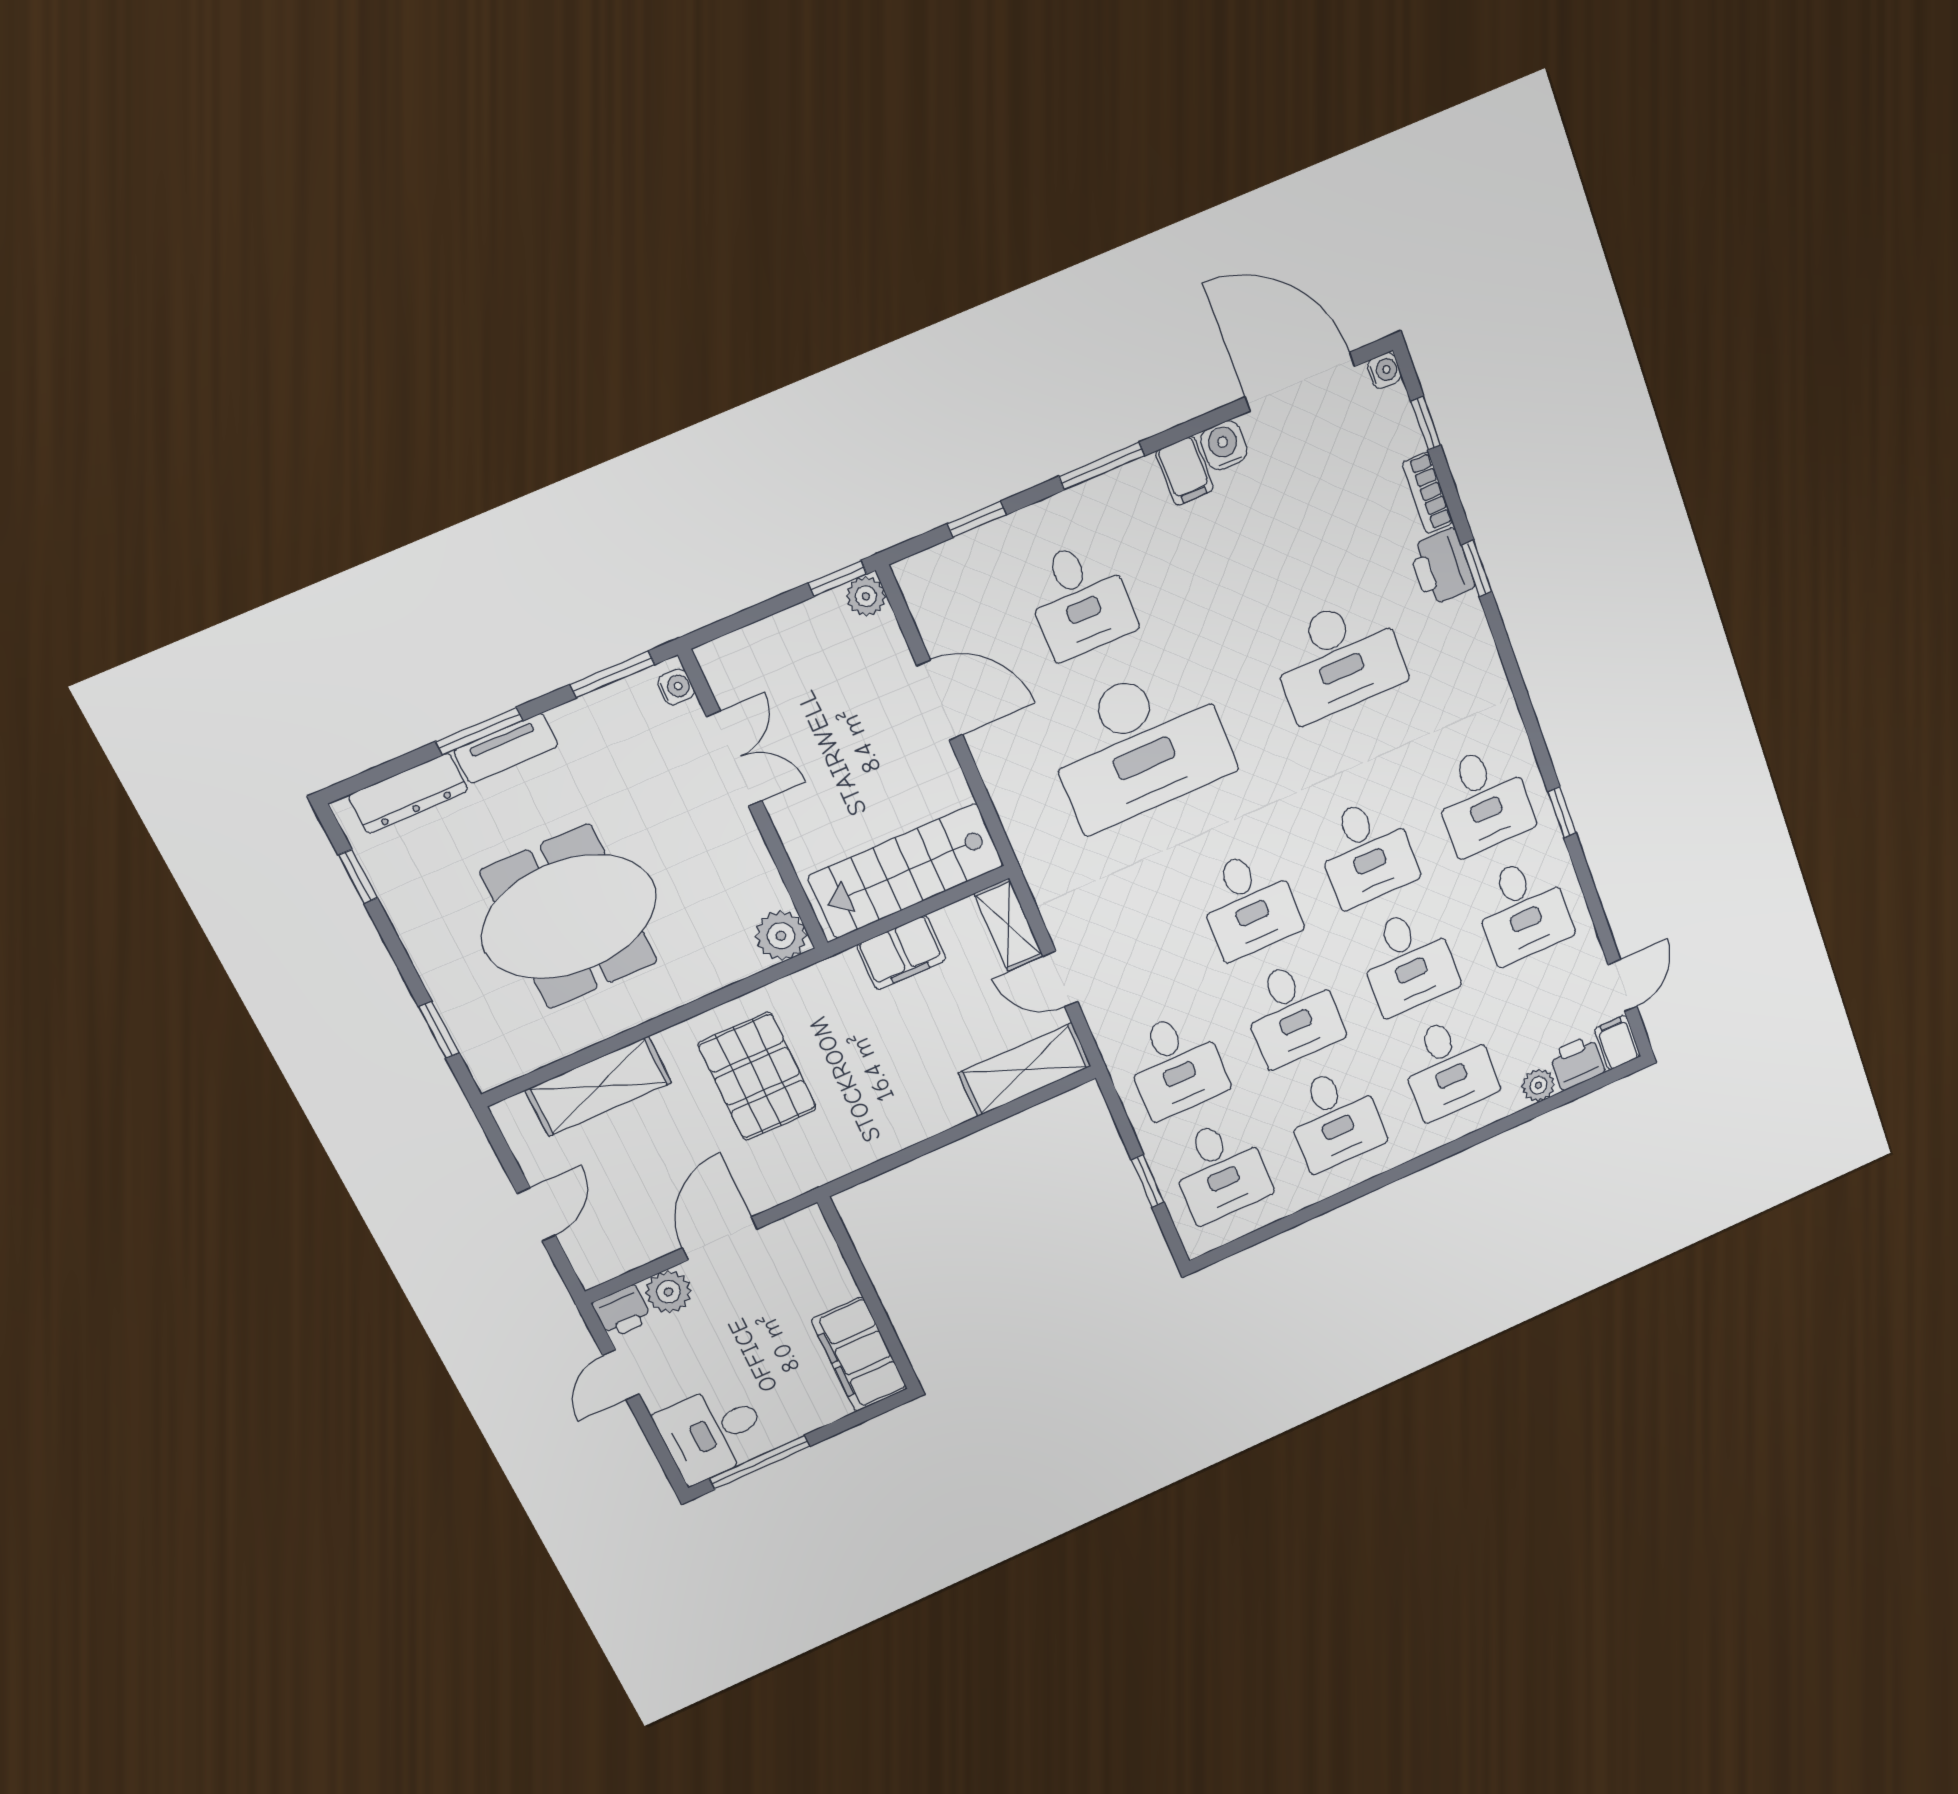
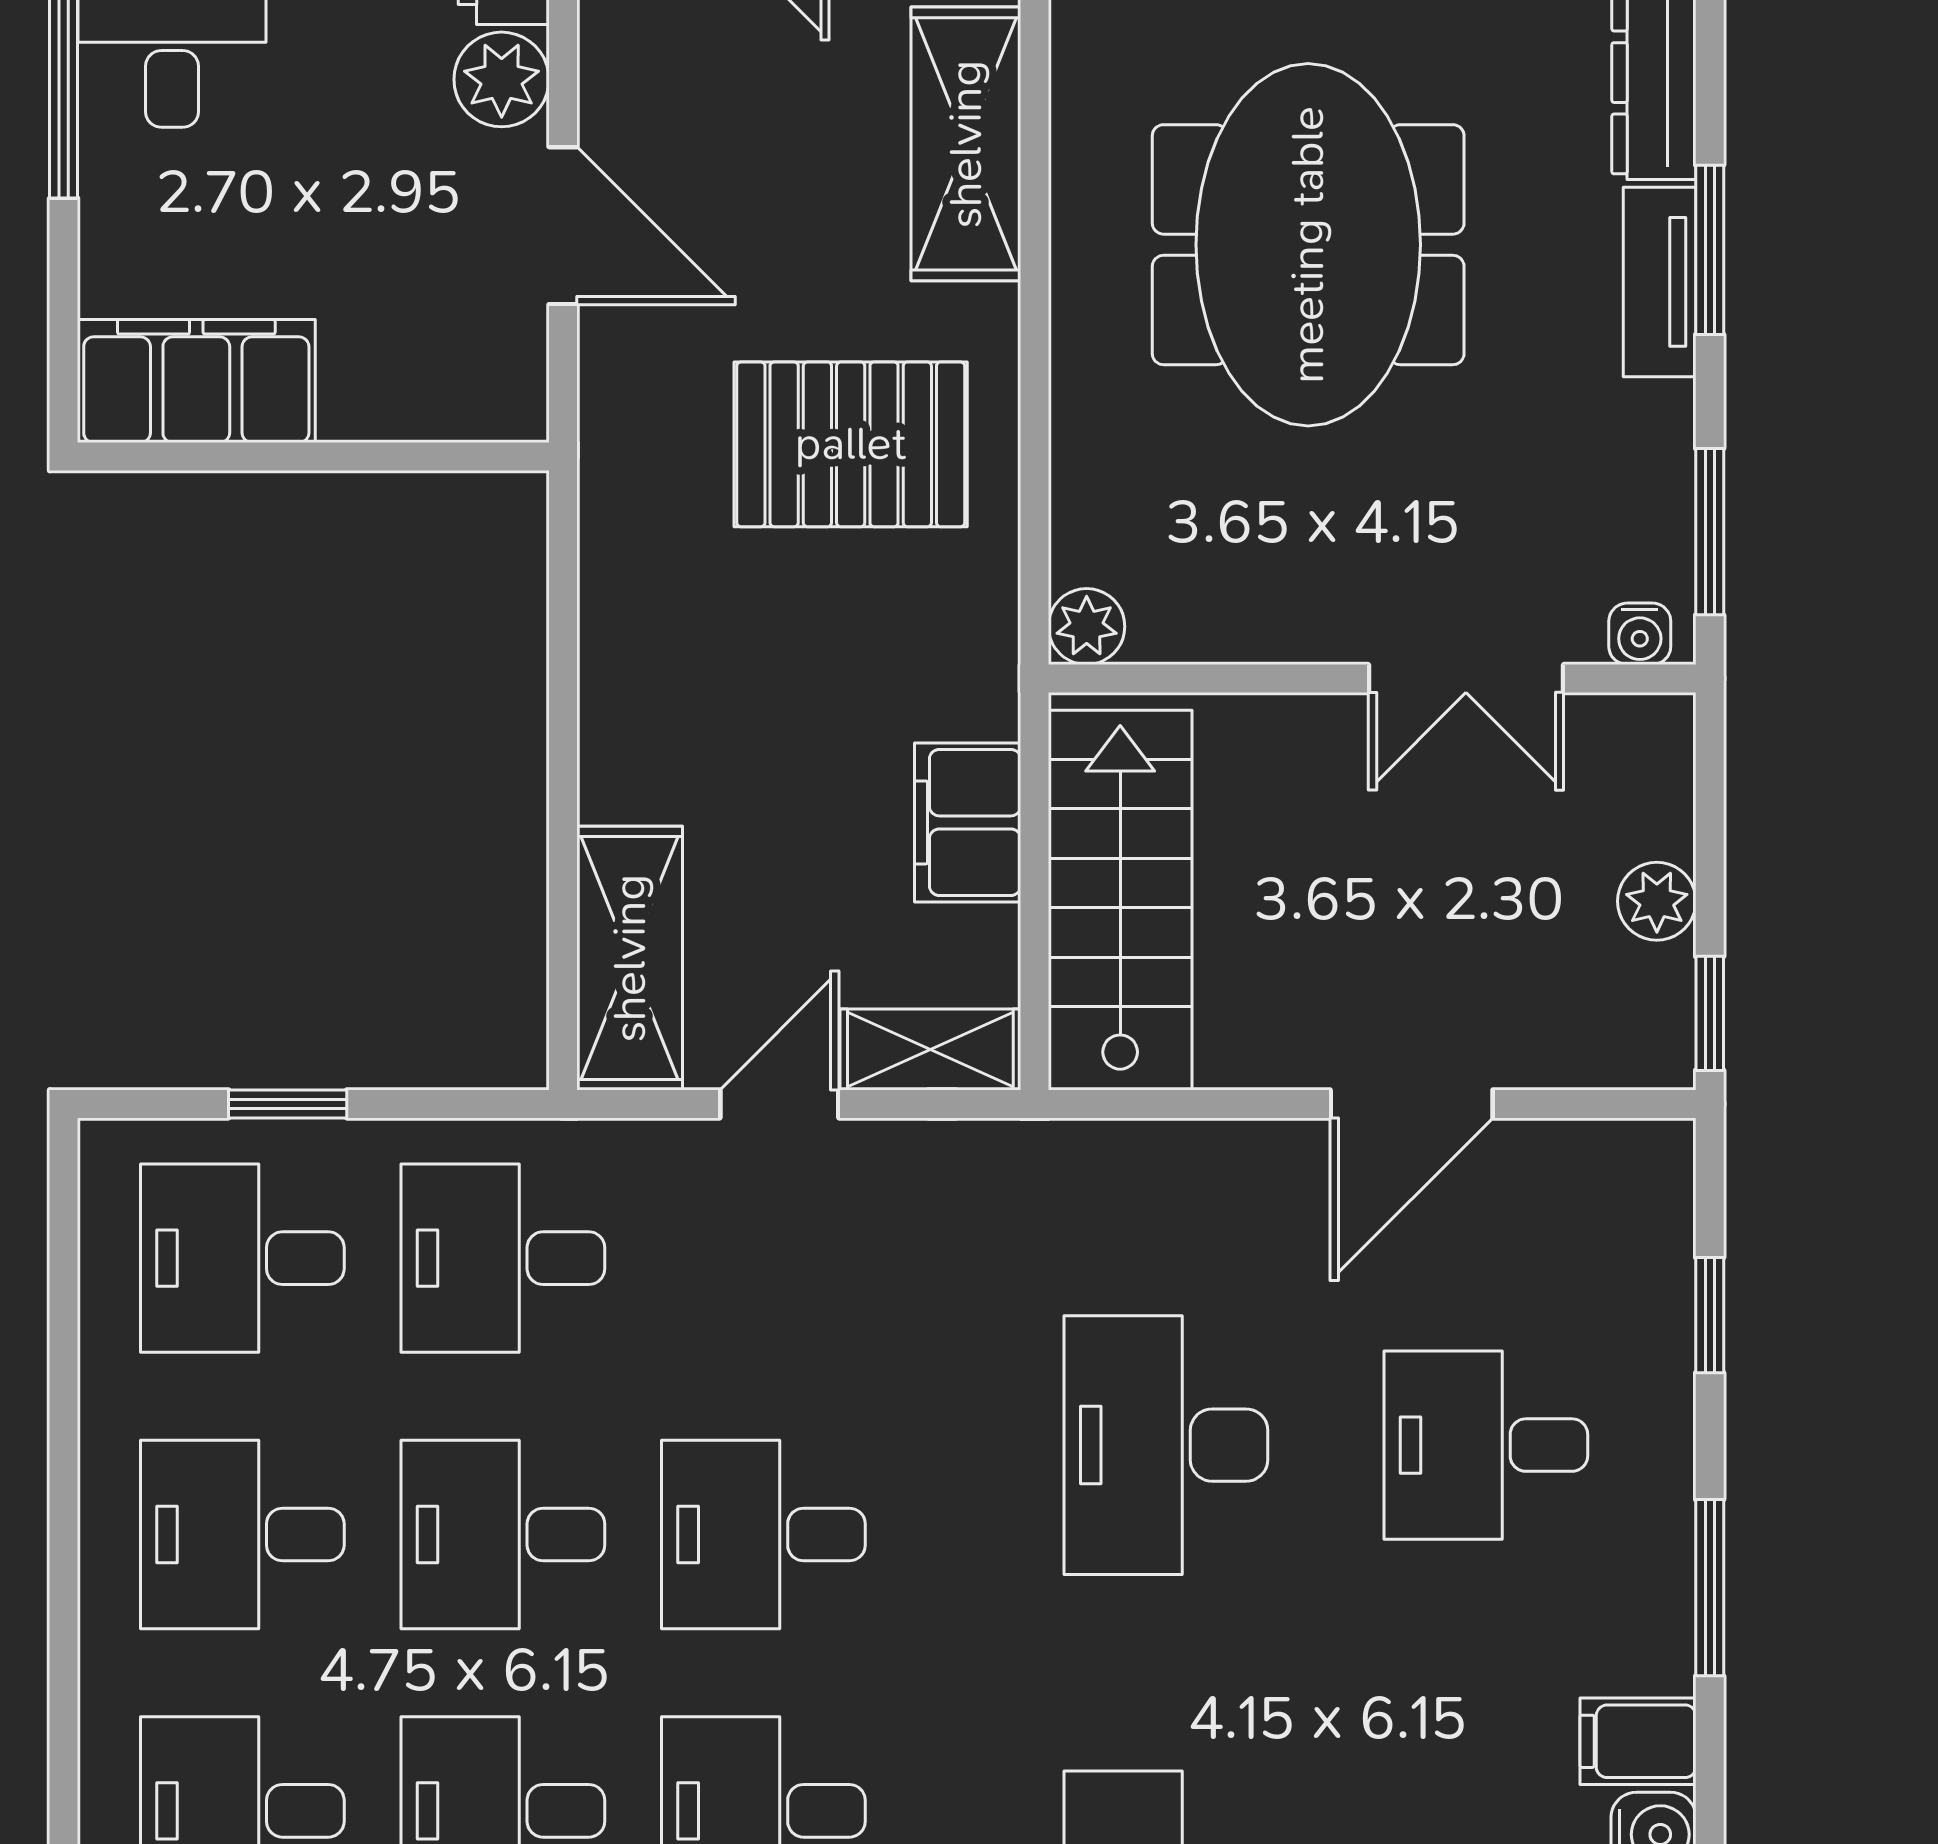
plant: (866, 596) -> (1657, 901), moved
desk: (1139, 745) -> (1166, 1445), width x0.73, depth x0.77
plant: (781, 936) -> (1087, 627), width x0.73, depth x0.73

